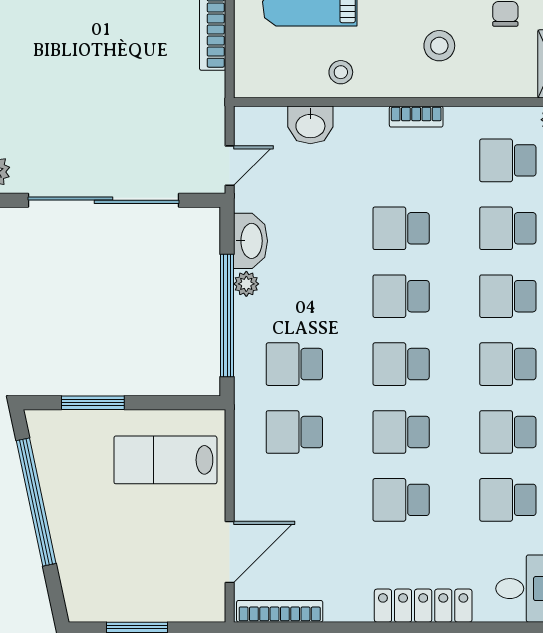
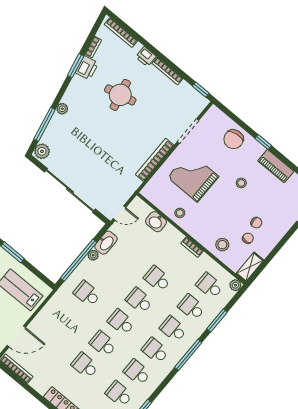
stool: (439, 46) -> (222, 245), moved
school desk: (294, 432) -> (69, 315), removed

